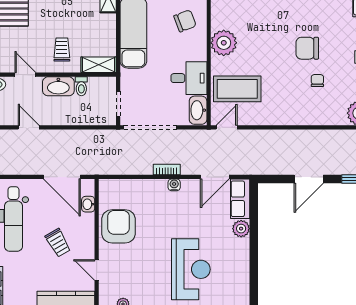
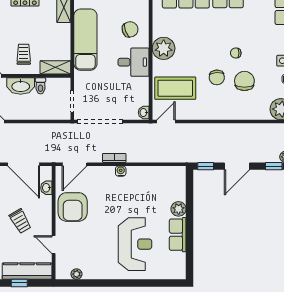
chair: (307, 48) -> (236, 53), width x0.54, depth x0.54
chair: (285, 76) -> (217, 77), added
desk: (189, 78) -> (133, 62), moved
chair: (317, 81) -> (244, 81), width x1.87, depth x1.87
washbasin: (198, 110) -> (144, 112), width x0.52, depth x0.69
door: (215, 177) -> (75, 164), moved
window: (272, 179) -> (206, 166), added
row of seats: (240, 199) -> (178, 235), moved
armchair: (119, 226) -> (73, 207), turned 180

